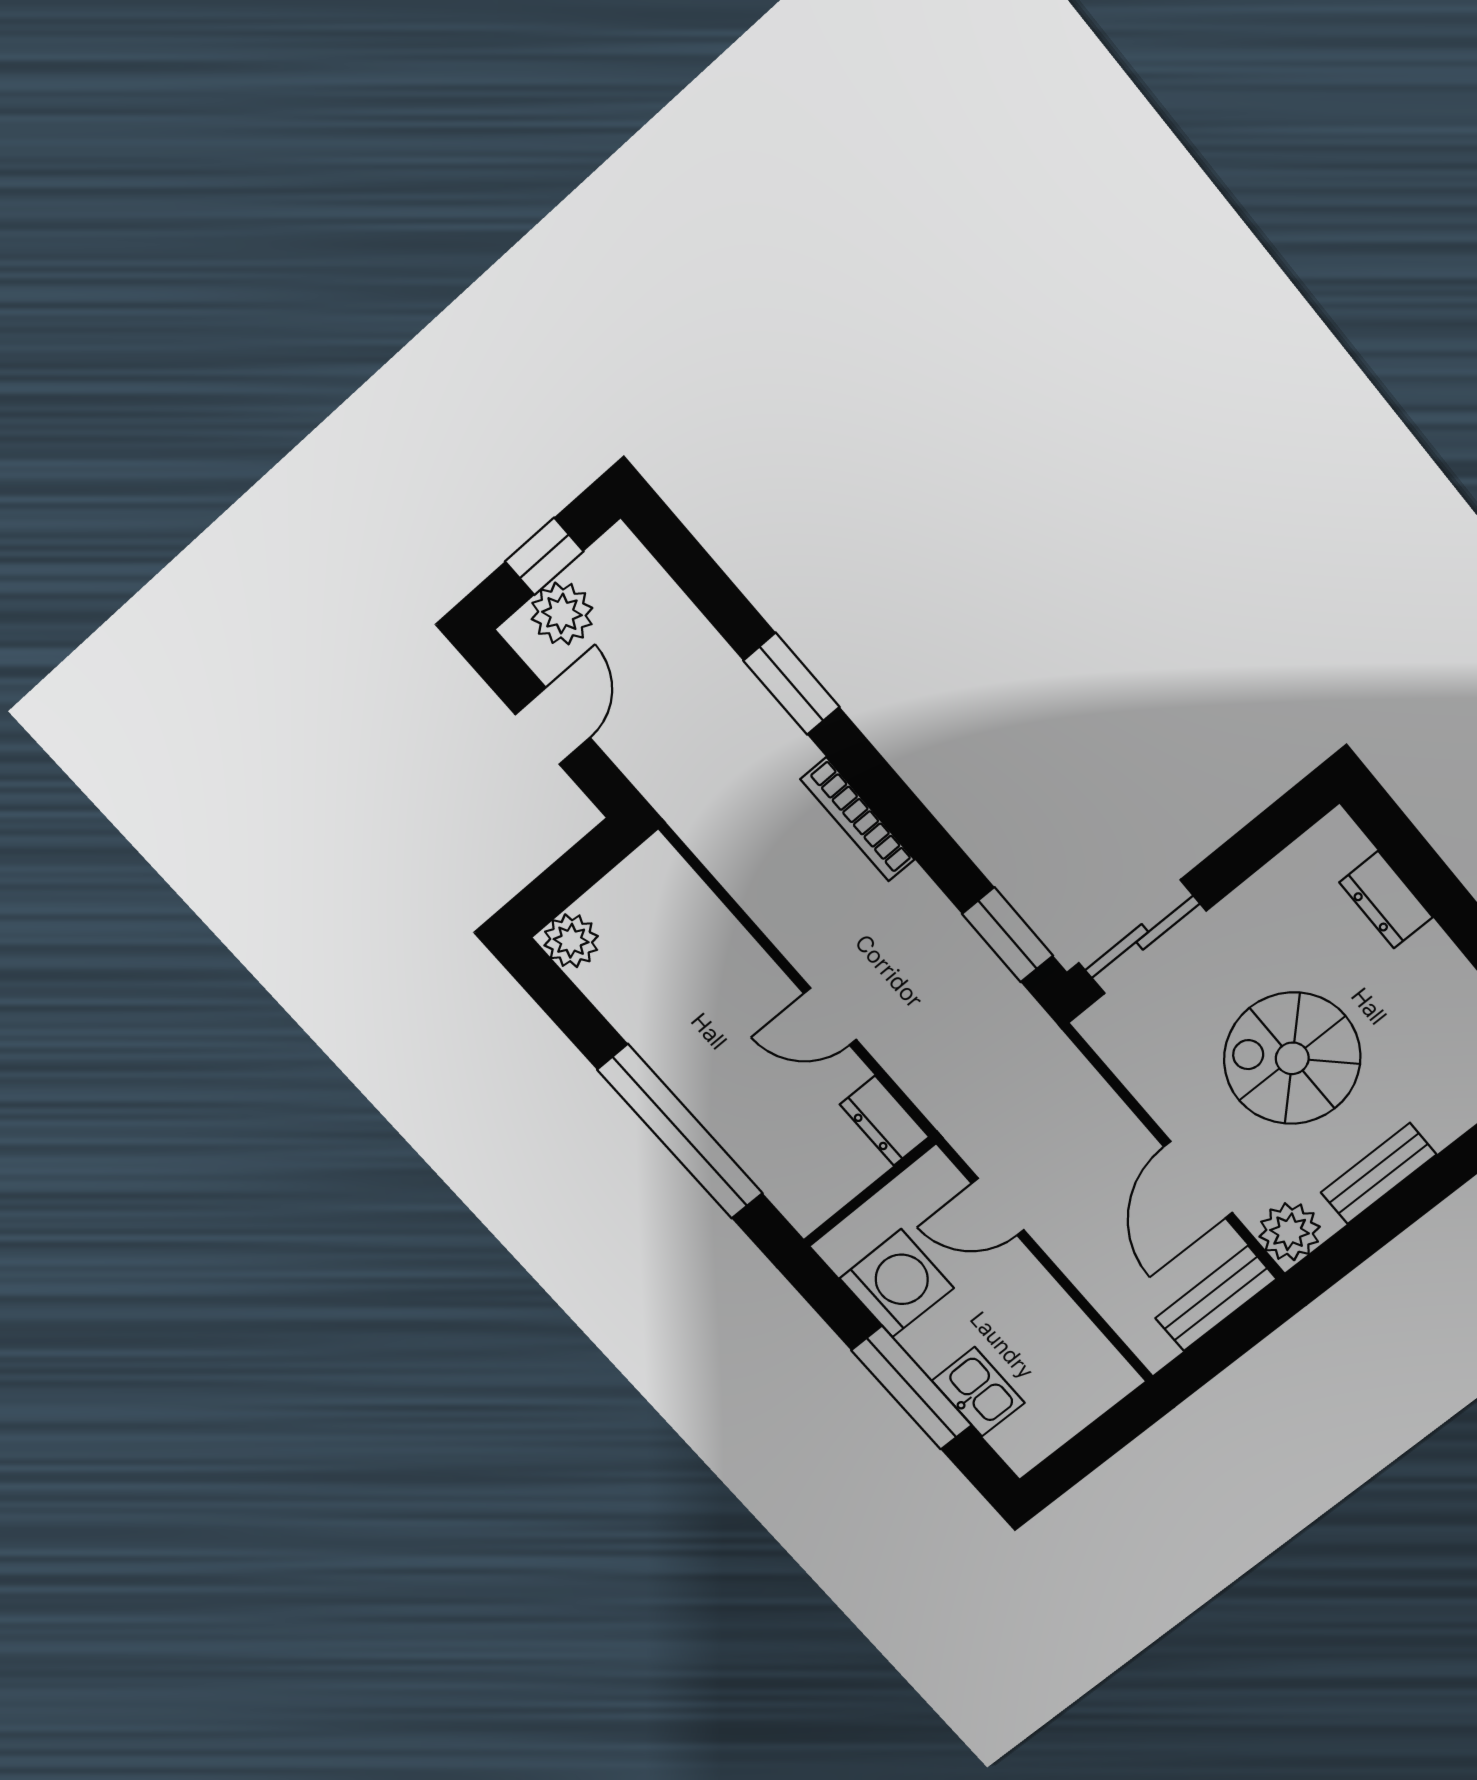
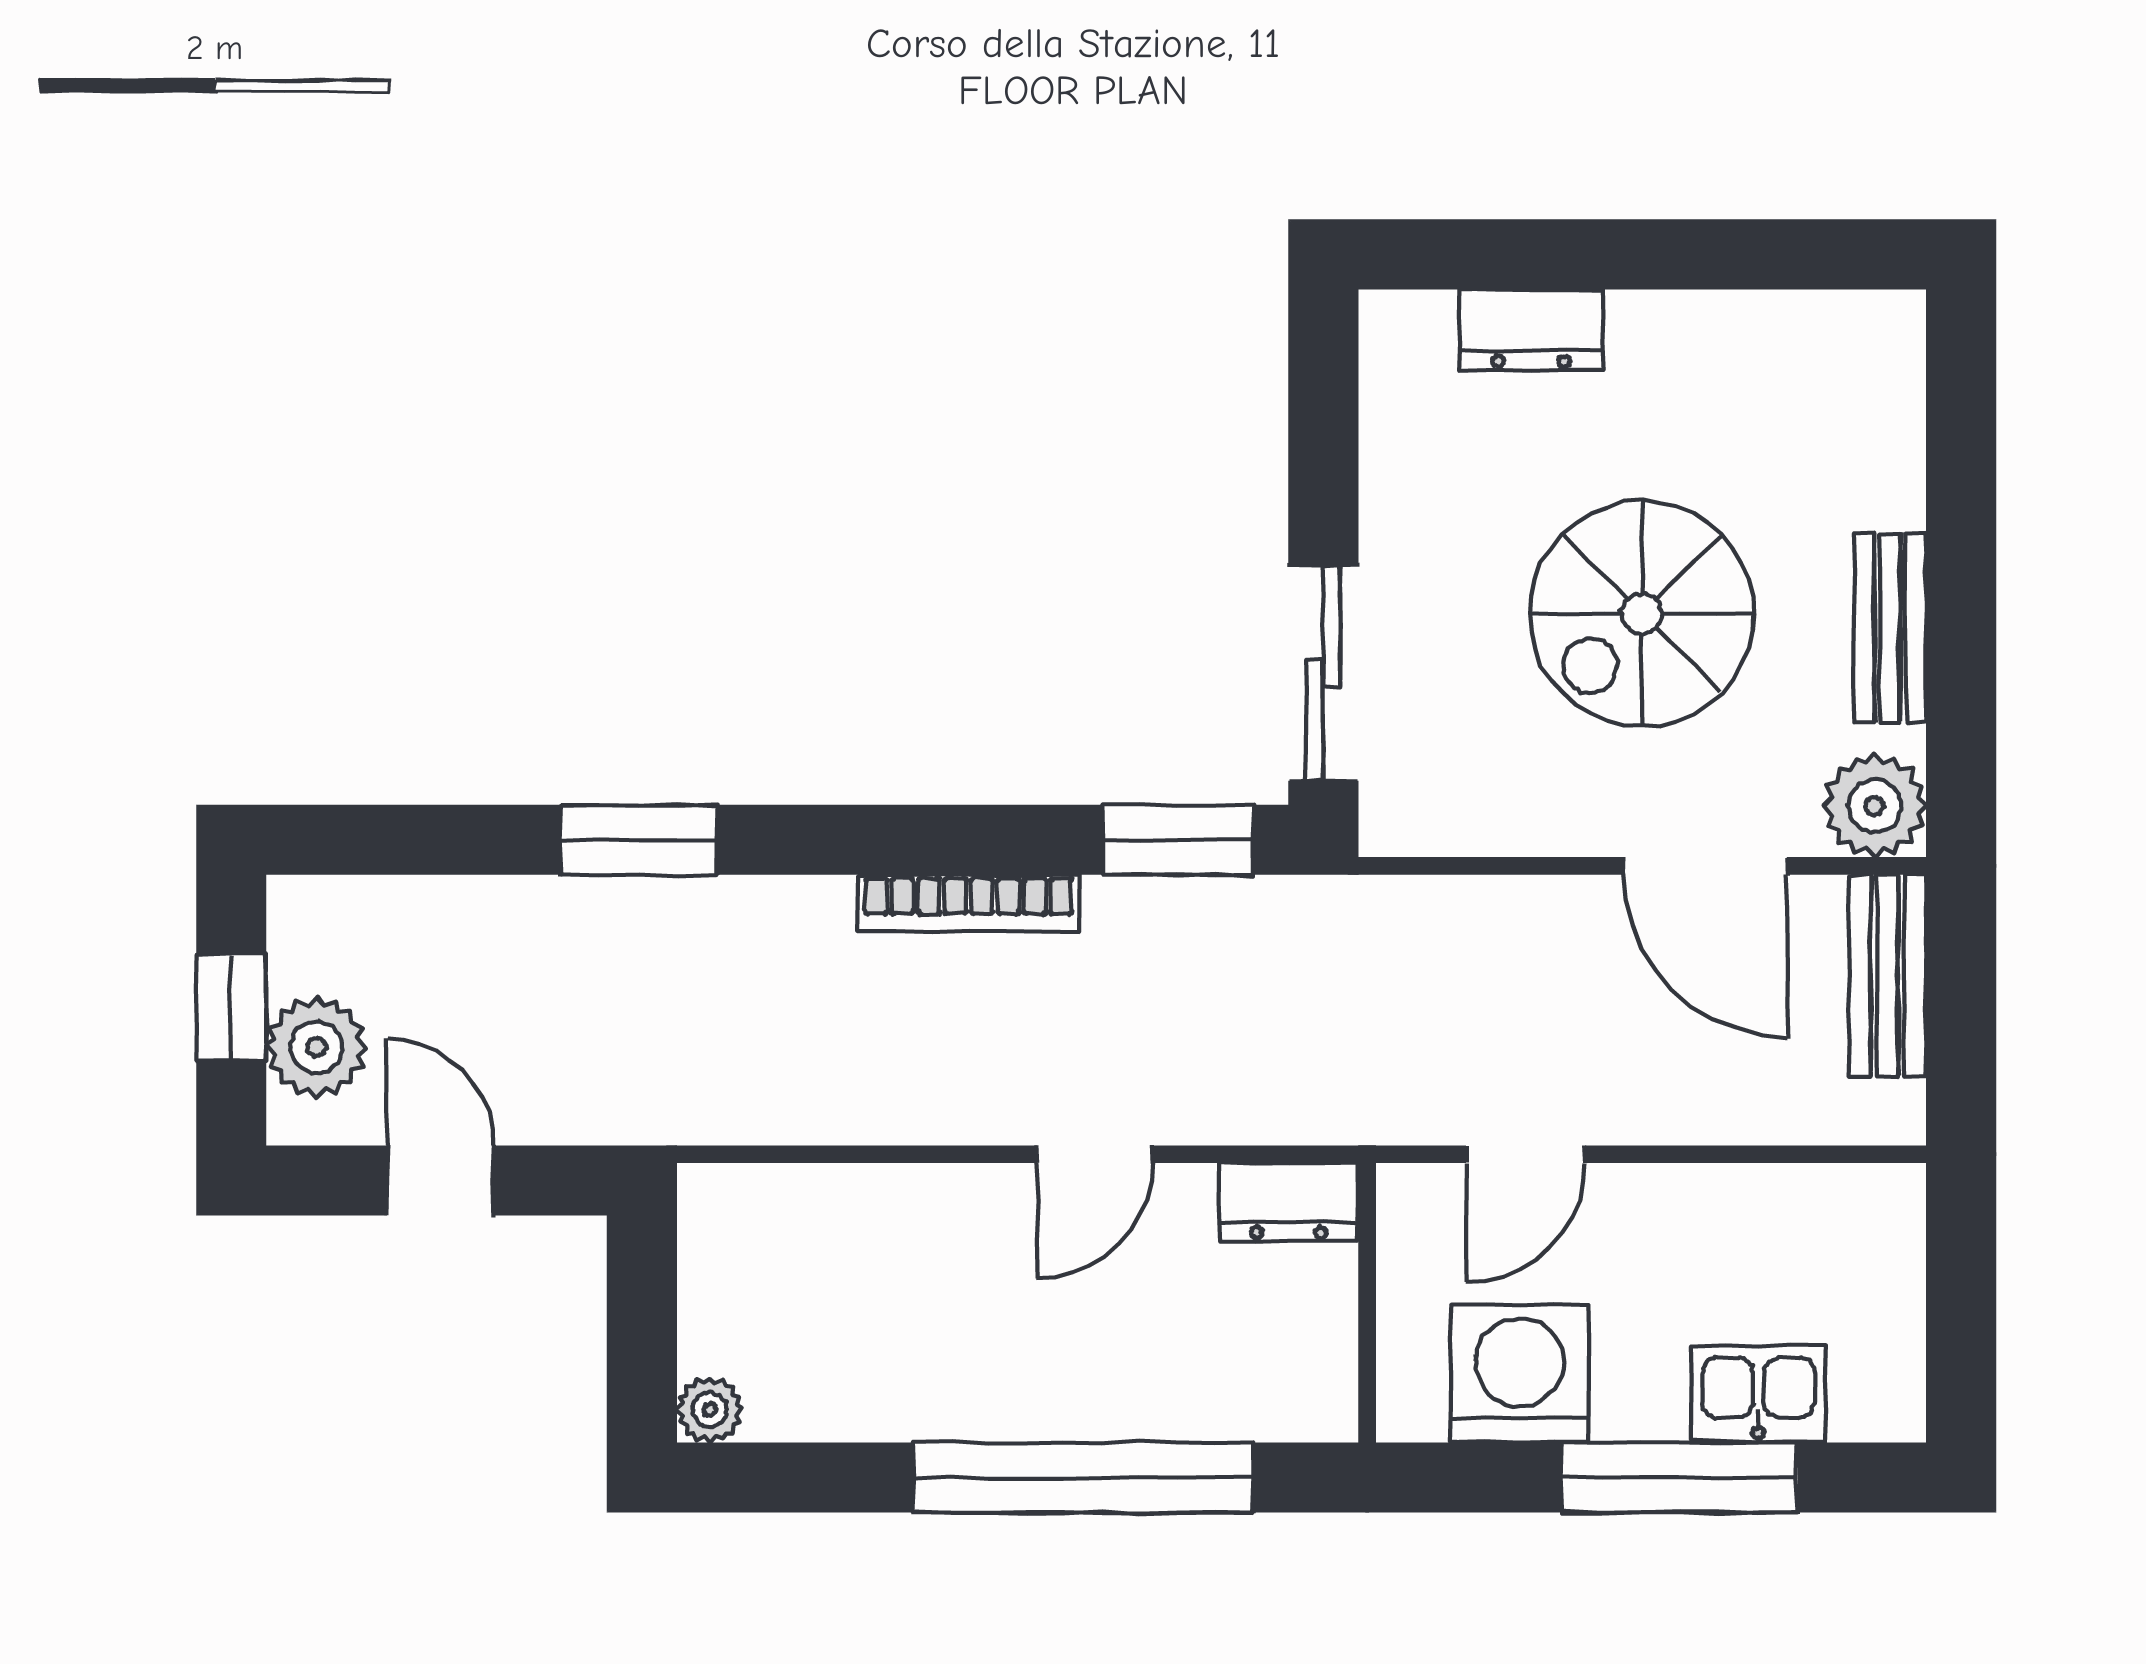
bookcase: (858, 819) -> (969, 903), moved
plant: (571, 941) -> (710, 1410), width x0.73, depth x0.73

